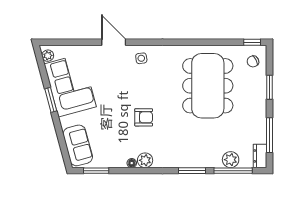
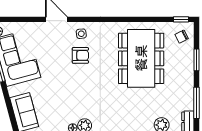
armchair: (144, 117) -> (80, 55), moved

